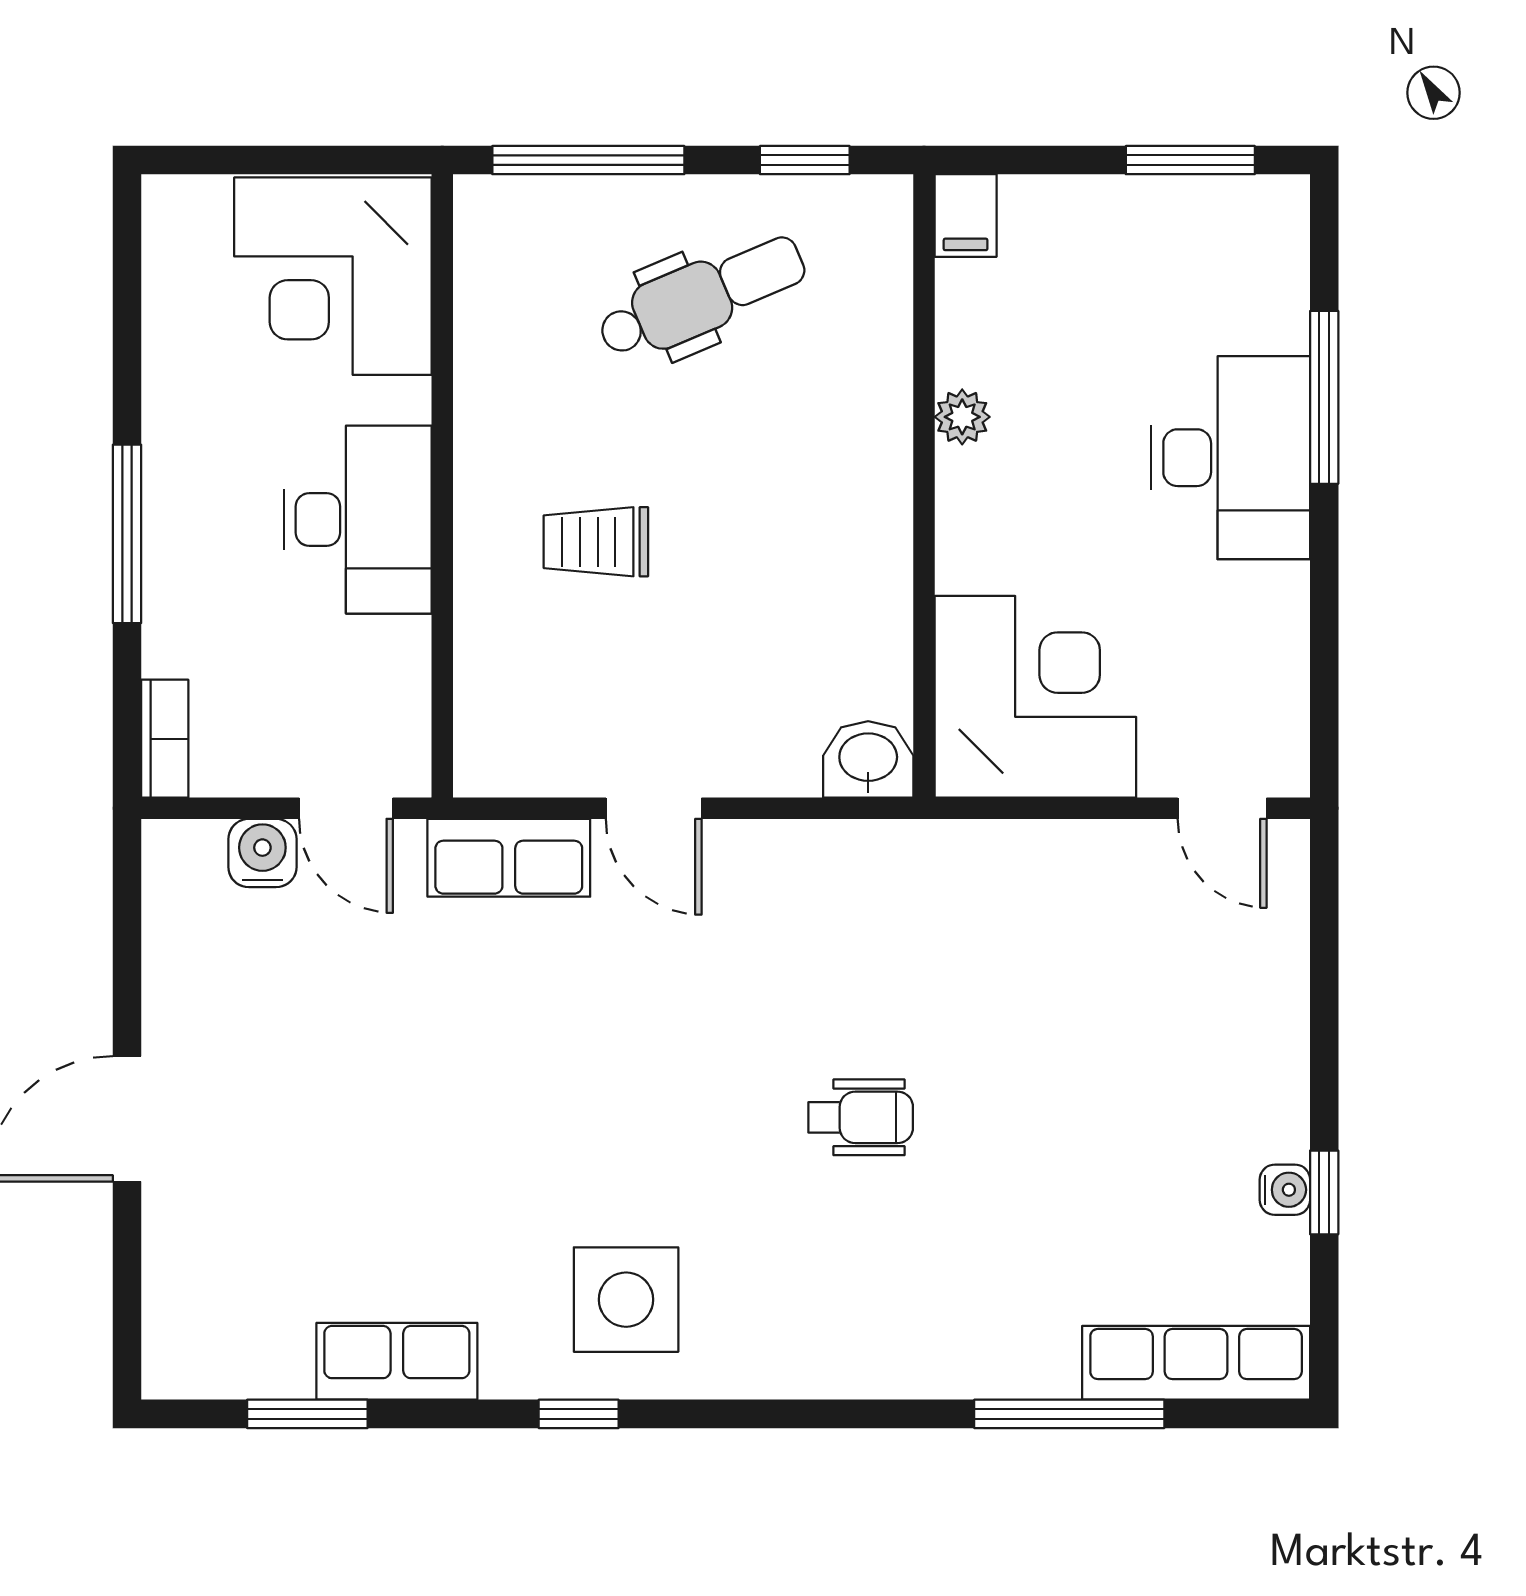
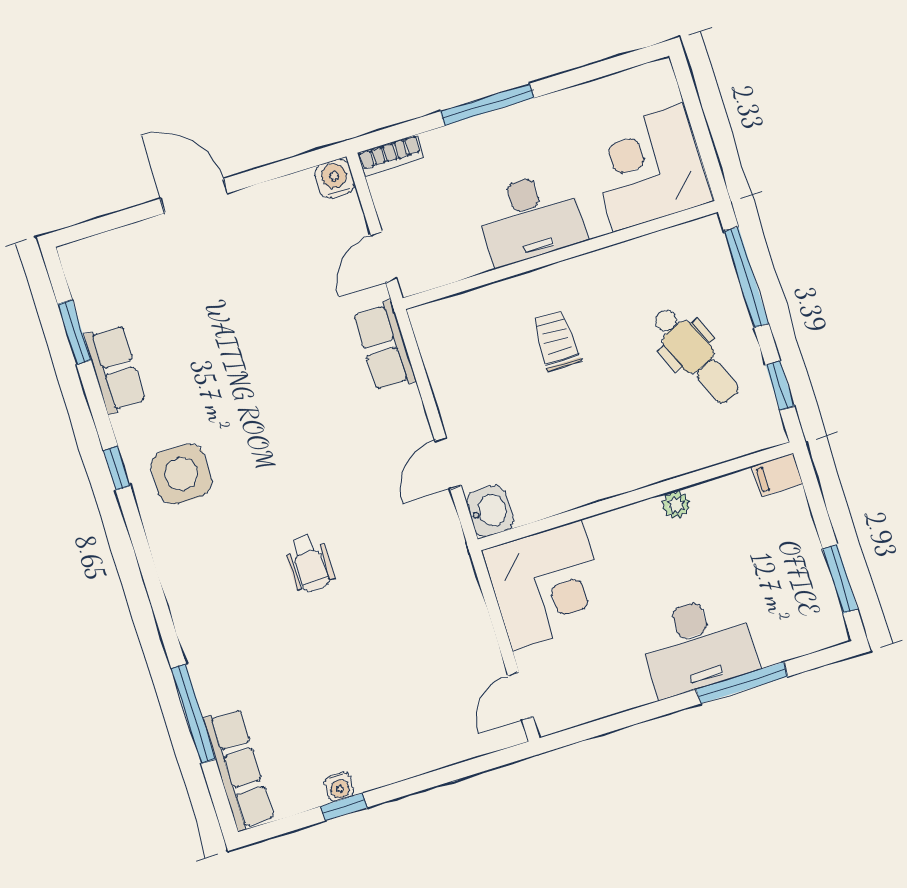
door: (654, 808) -> (448, 463), moved
water cooler: (262, 853) -> (335, 179), moved, turned -90

